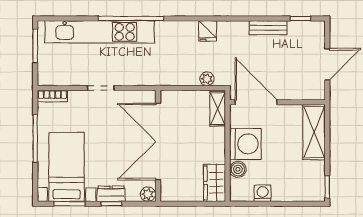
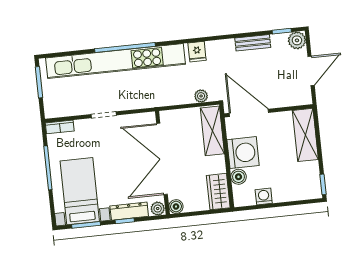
plant: (316, 30) -> (297, 40), added
kitchen unit: (100, 32) -> (115, 61), width x1.36
shelving: (218, 109) -> (212, 131), width x1.50, depth x1.33
dresser: (111, 194) -> (129, 211), width x1.44
boiler: (168, 194) -> (176, 206), added

